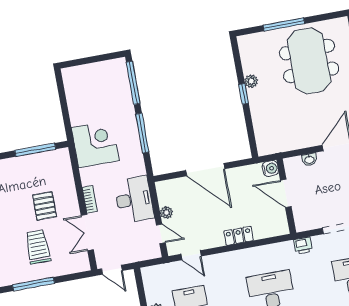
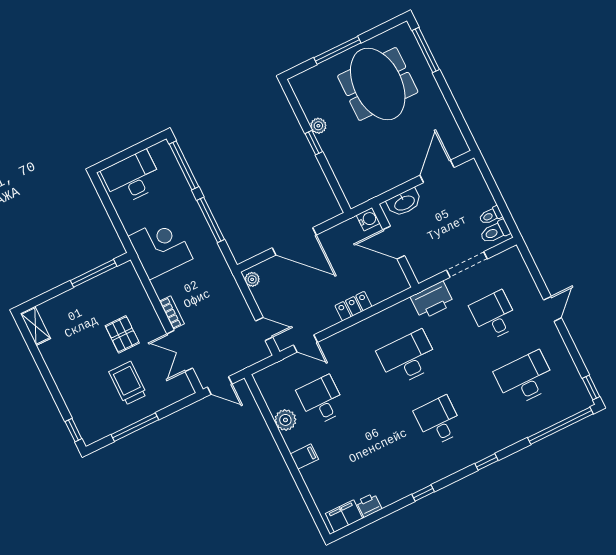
washbasin: (309, 160) -> (404, 203), width x1.91, depth x1.45
desk: (134, 199) -> (132, 178), moved, turned -90
plant: (166, 213) -> (252, 279), moved
printer: (303, 245) -> (432, 300), width x1.87, depth x1.48

